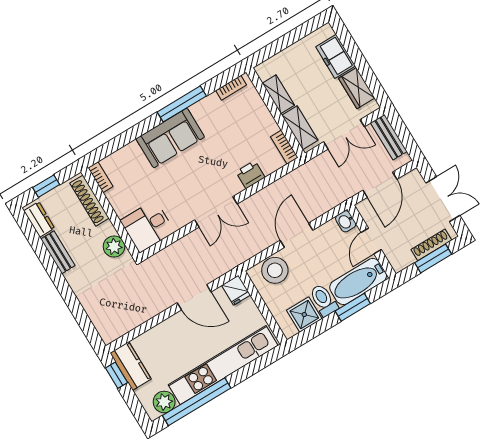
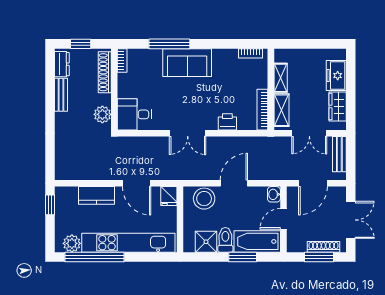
window: (182, 104) -> (169, 44), moved
bookcase: (284, 147) -> (262, 110), width x1.56
kitchen counter: (131, 366) -> (97, 195), moved, turned 90

